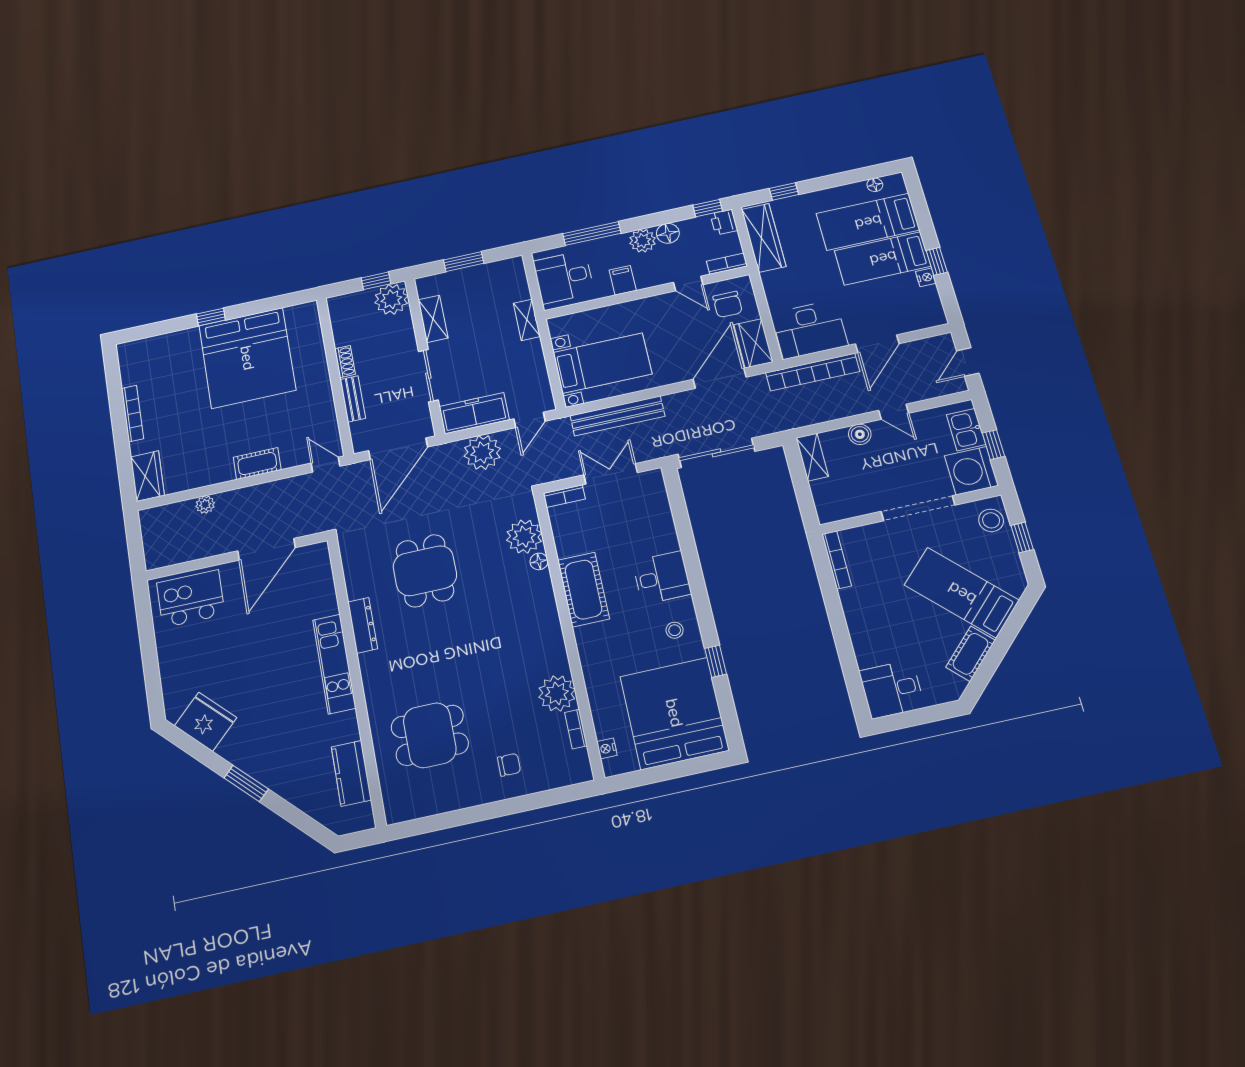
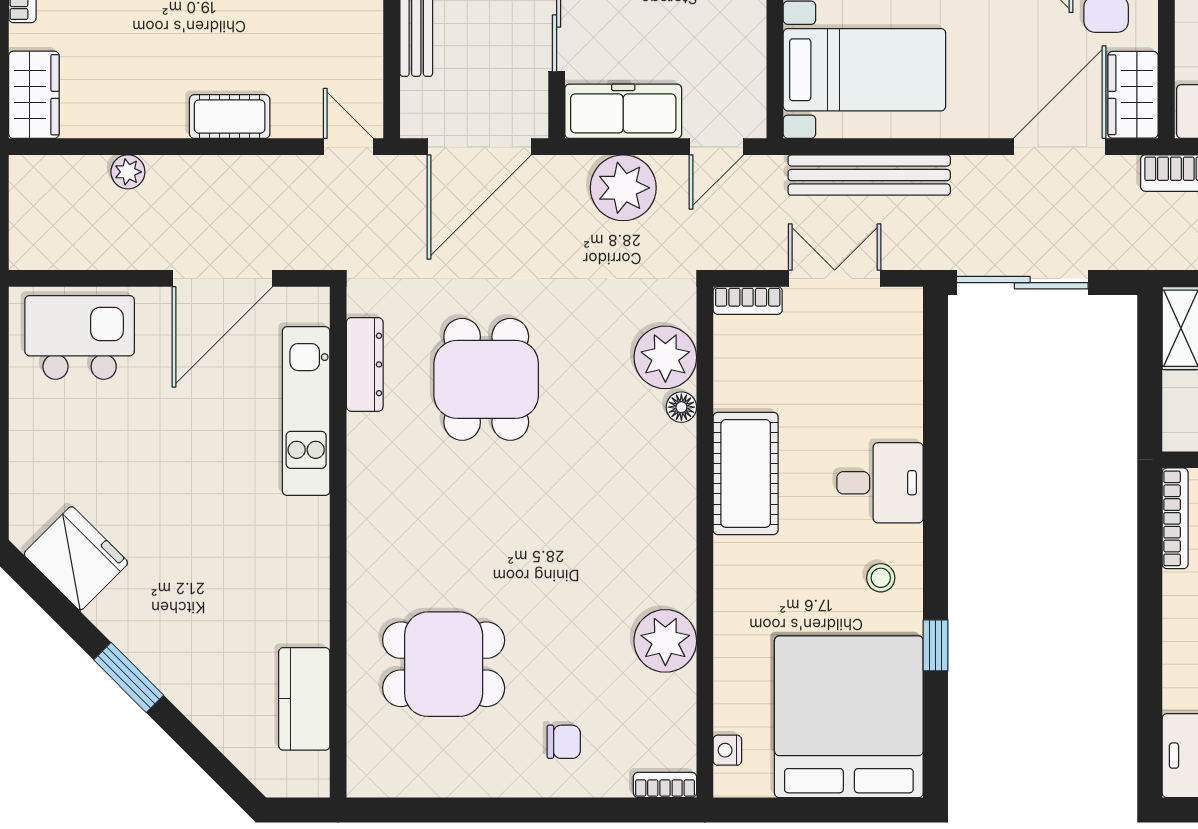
dresser: (363, 625) -> (365, 364), moved
kitchen unit: (334, 664) -> (306, 411), moved
bookcase: (576, 729) -> (665, 785), moved, turned 90

